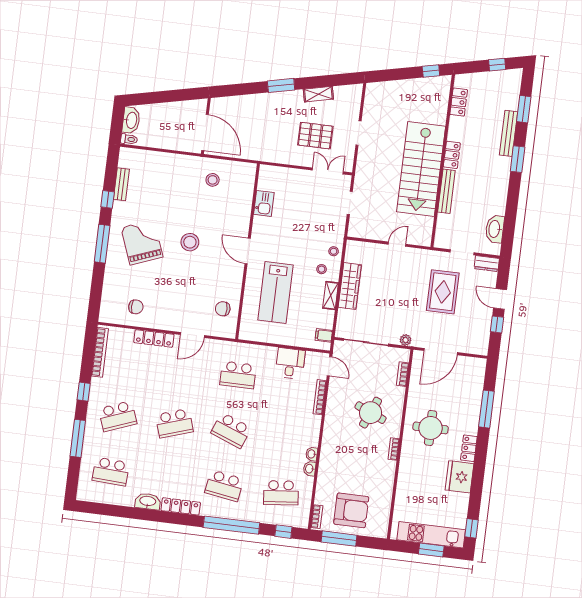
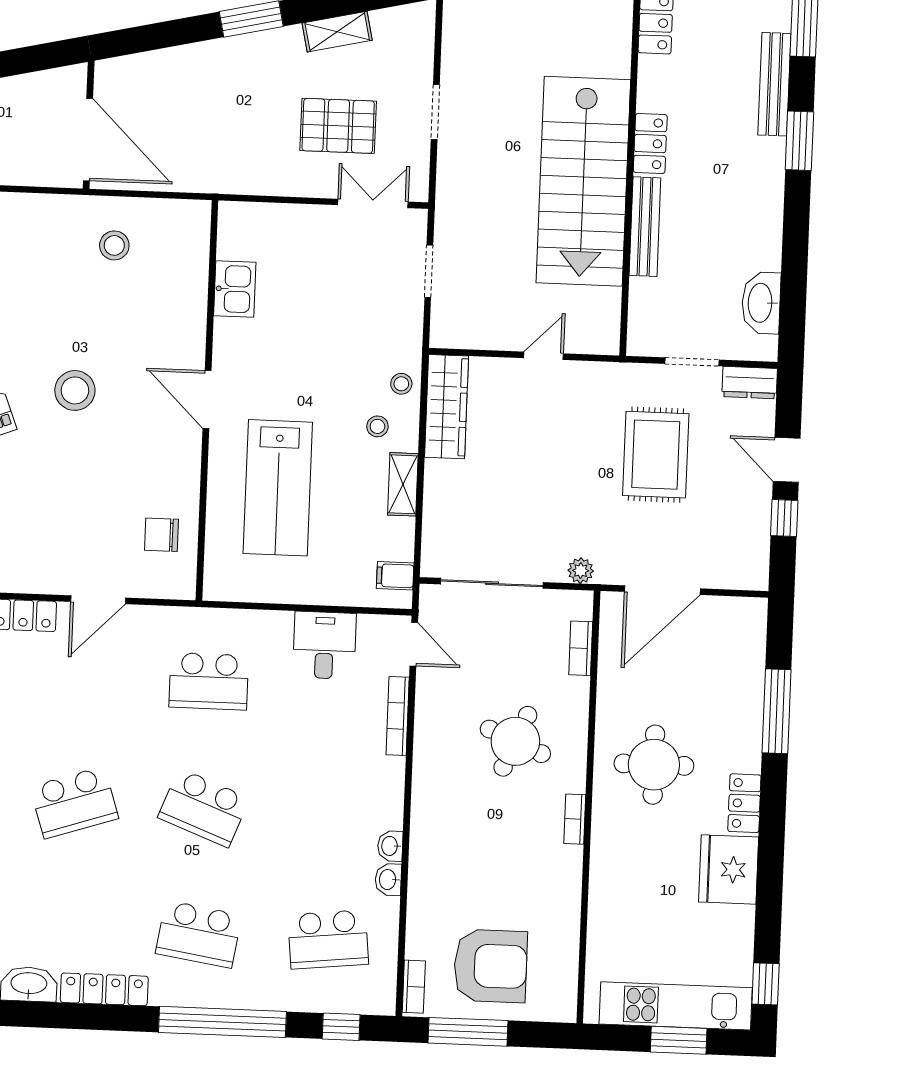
wardrobe: (350, 286) -> (447, 407), moved

